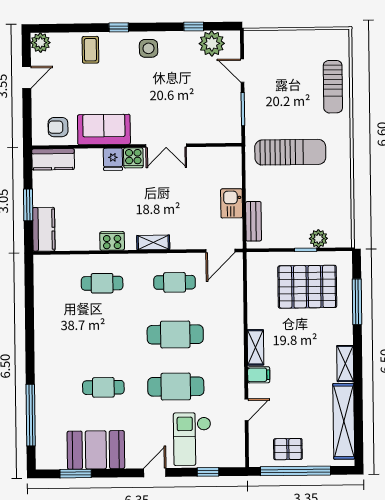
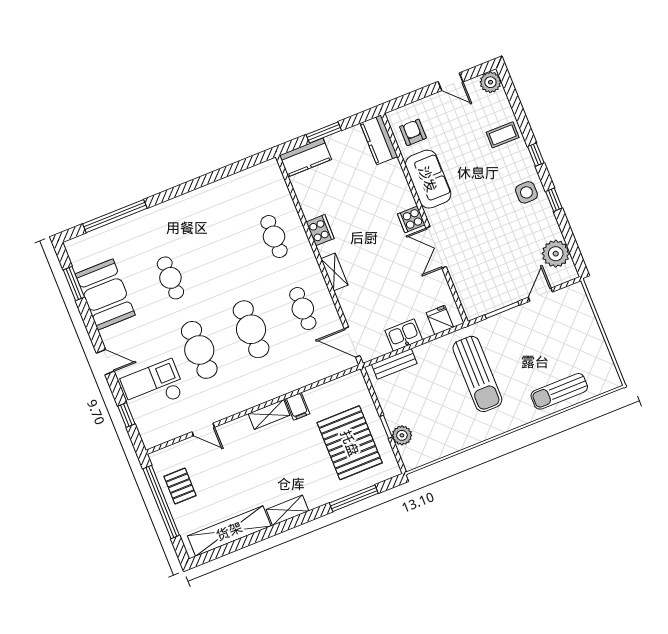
window: (194, 27) -> (554, 200), moved
fridge: (113, 159) -> (440, 320), moved, turned 90
filing cabinet: (259, 375) -> (297, 406), moved

